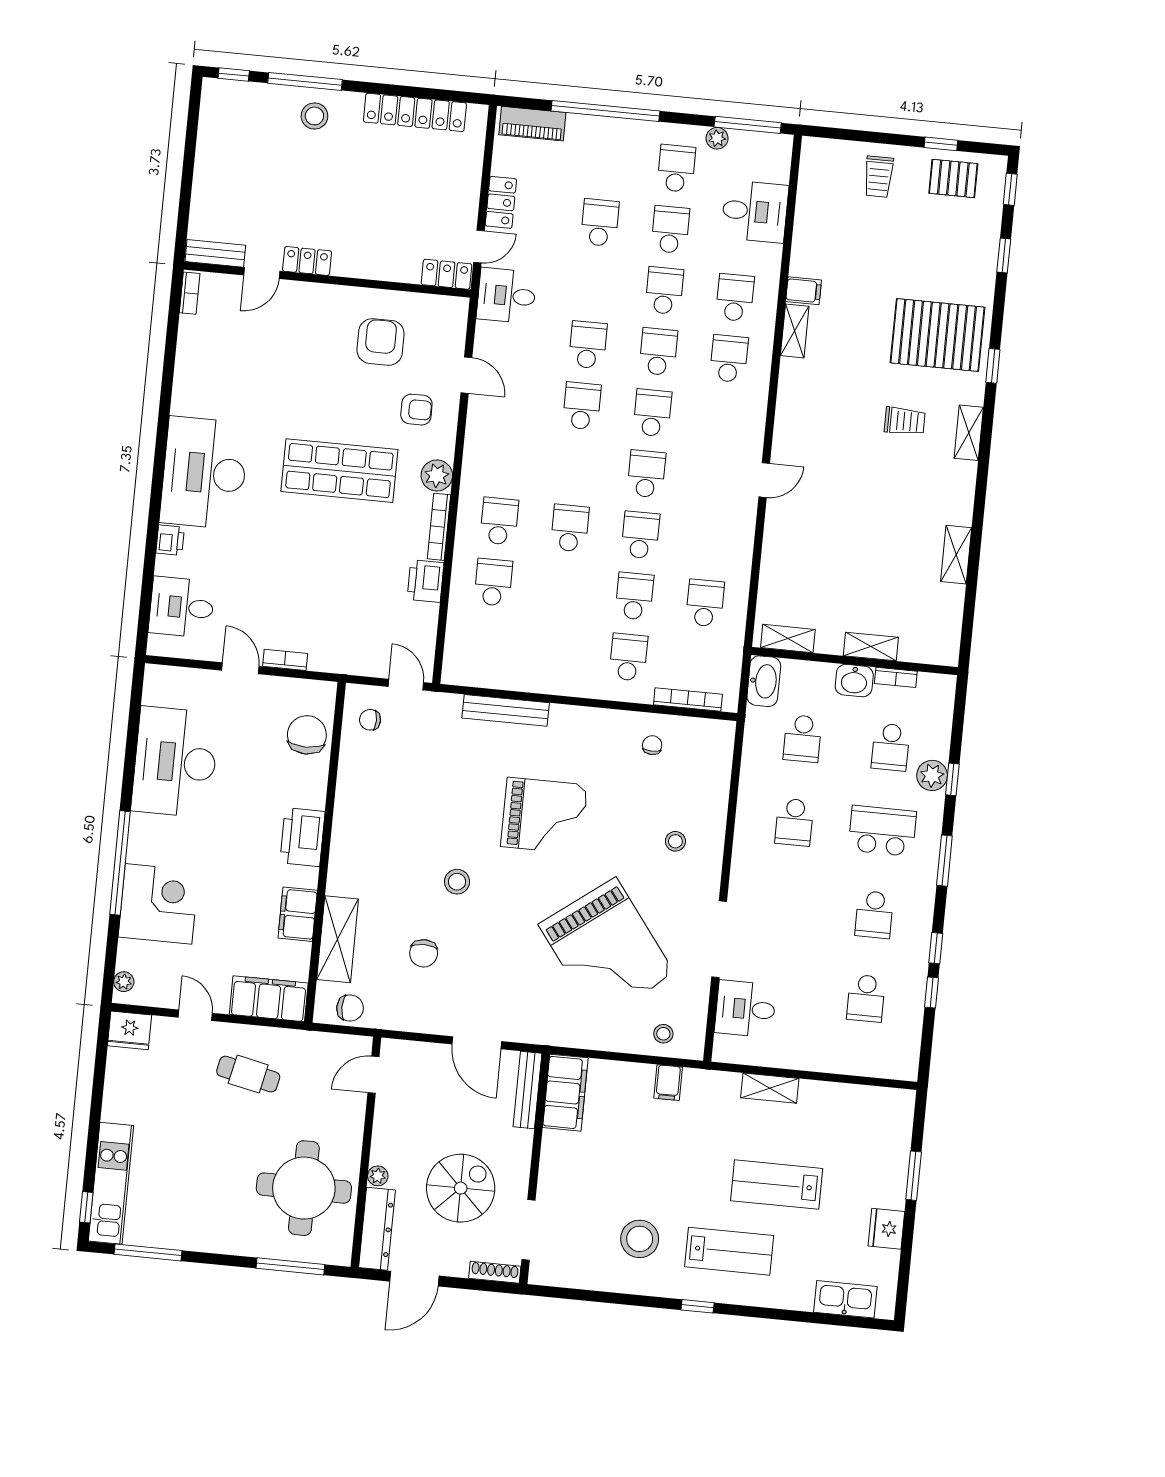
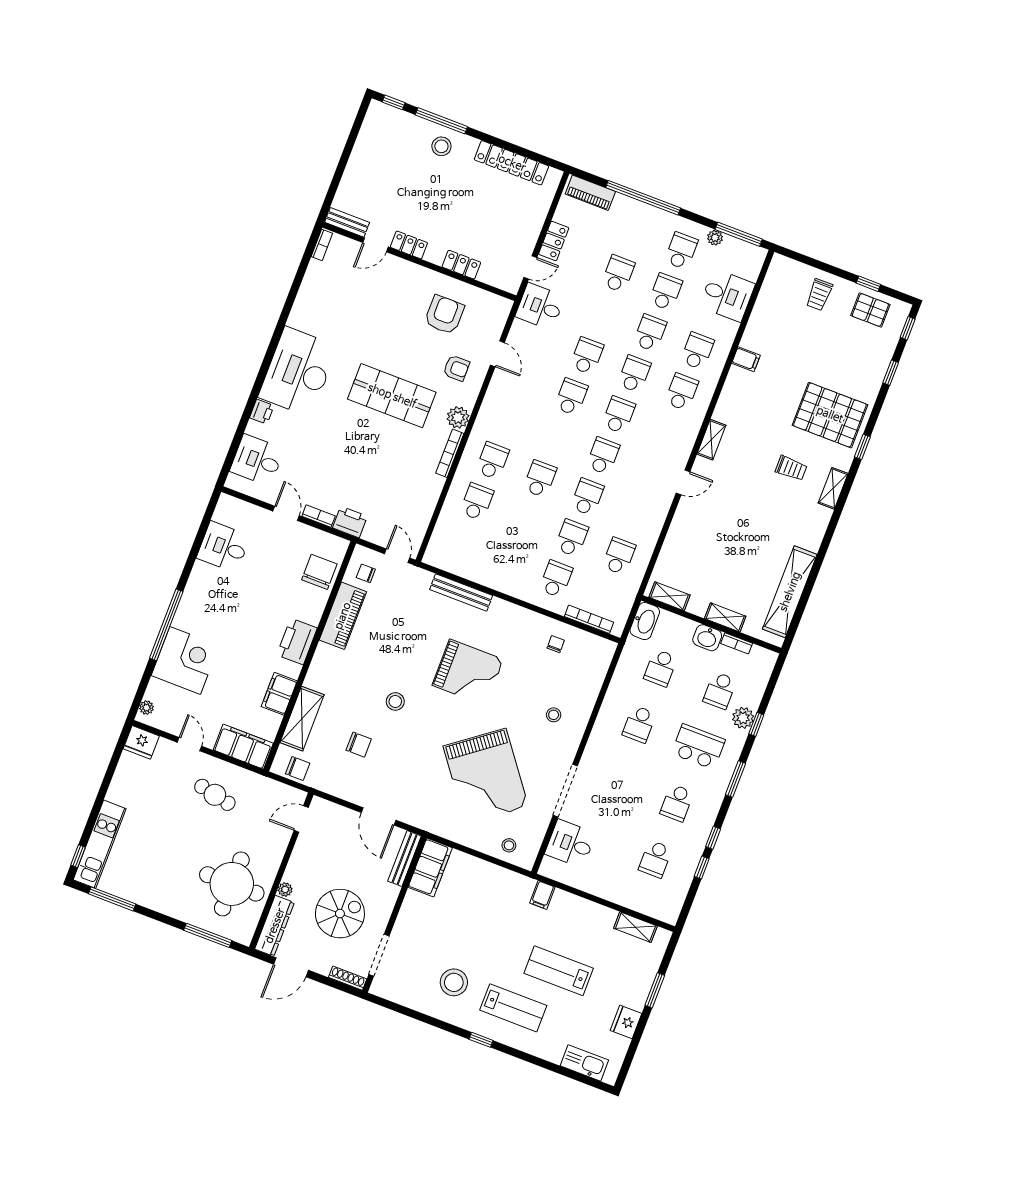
locker: (447, 274) -> (461, 265), moved
shelving: (795, 331) -> (711, 440), moved
shelving: (956, 555) -> (790, 592), width x2.20, depth x1.33
printer: (426, 581) -> (350, 522), moved, turned 90
desk: (175, 762) -> (224, 547), width x0.53, depth x0.77
piano: (355, 786) -> (343, 616), added
chair: (424, 953) -> (359, 745), turned -90
filing cabinet: (668, 1083) -> (542, 895), moved
shelving: (770, 1088) -> (635, 927), moved

